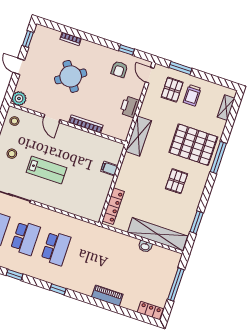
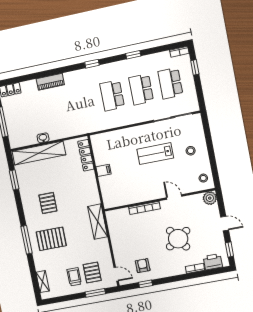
printer: (130, 107) -> (213, 262), moved, turned -90
pallet: (193, 145) -> (51, 239), width x0.73, depth x0.71
filing cabinet: (109, 169) -> (103, 170), moved

